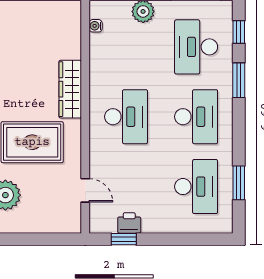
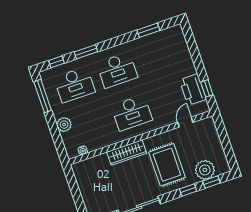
desk: (126, 117) -> (132, 113), turned 180
desk: (196, 117) -> (117, 70), turned 180
desk: (196, 187) -> (160, 55), removed
printer: (129, 223) -> (193, 90), width x1.87, depth x1.48

